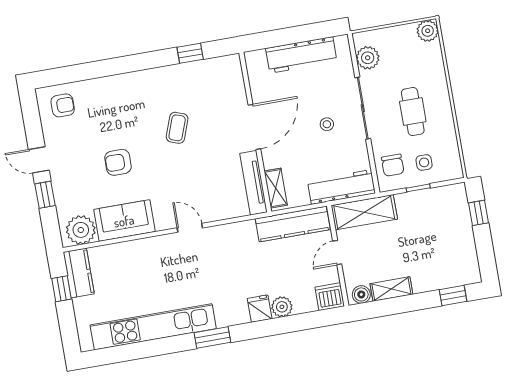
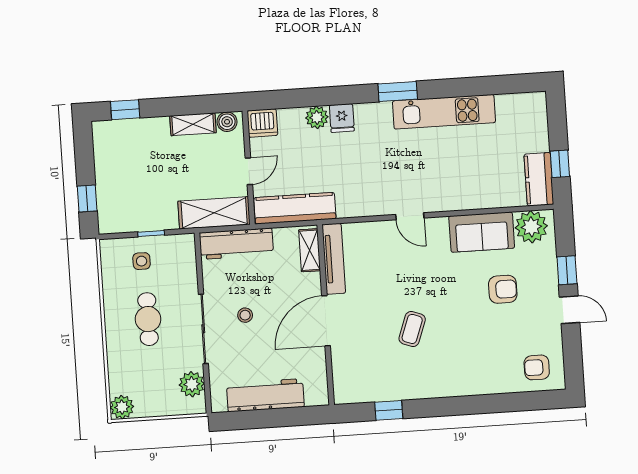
armchair: (118, 162) -> (503, 289), moved
chair: (393, 165) -> (177, 262), removed
kitchen unit: (153, 327) -> (444, 112), width x0.73

